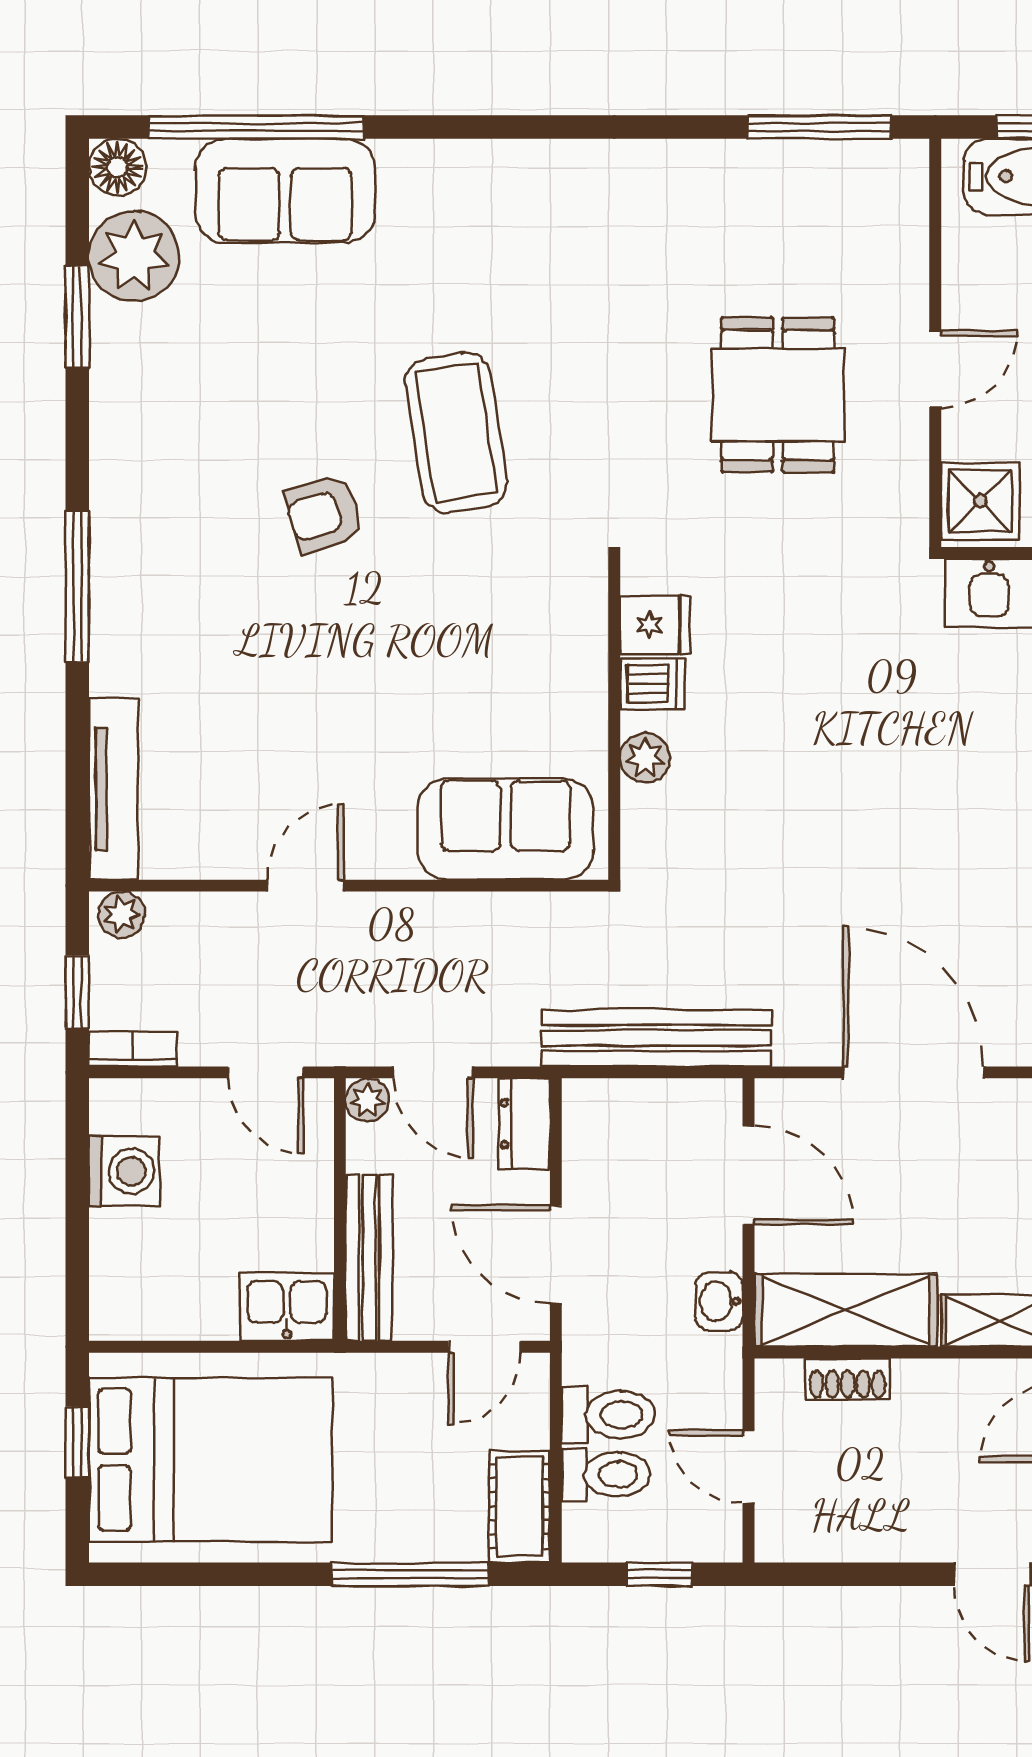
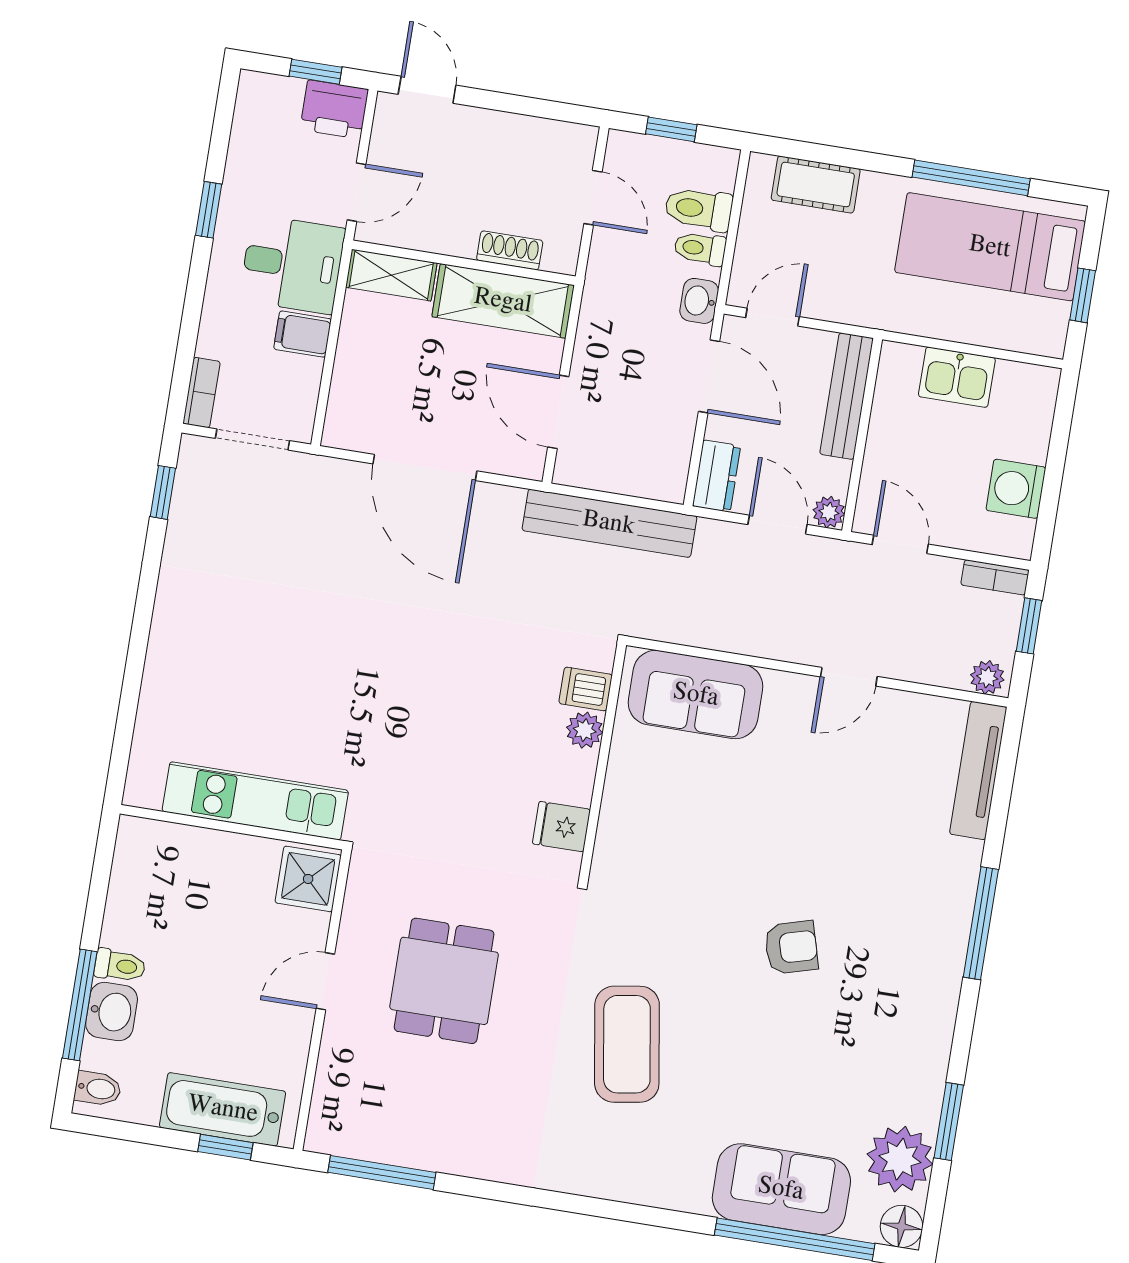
coffee table: (456, 433) -> (627, 1044), moved
dishwasher: (653, 684) -> (586, 689), moved
washbasin: (719, 1301) -> (699, 301), moved, turned 180
kitchen sink: (287, 1307) -> (957, 377), moved
toilet: (608, 1415) -> (700, 248), width x0.73, depth x0.72
bed: (210, 1460) -> (990, 247), width x0.67
cot: (520, 1507) -> (816, 184), moved, turned 90
window: (410, 1574) -> (971, 178), moved

